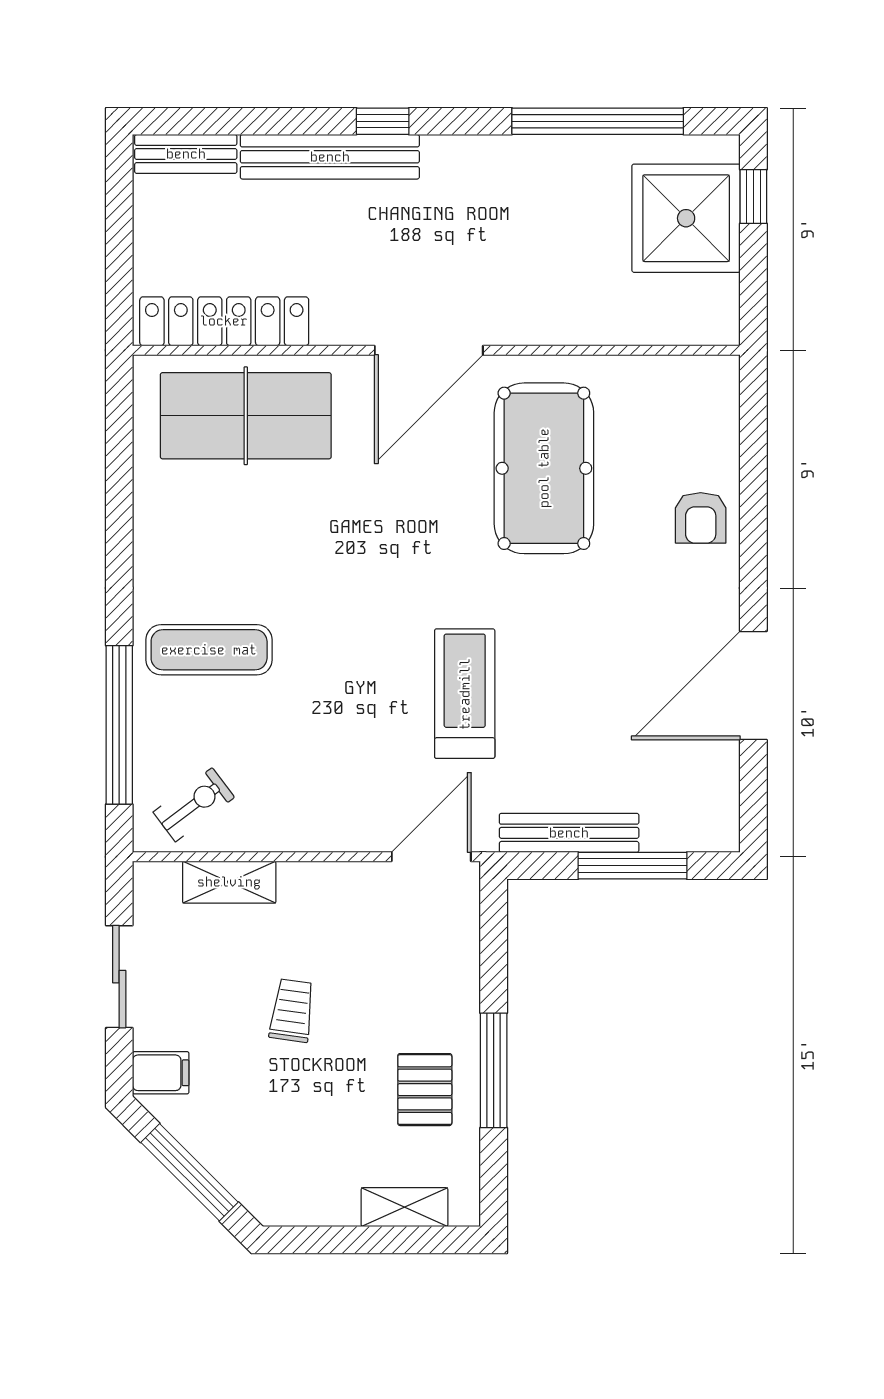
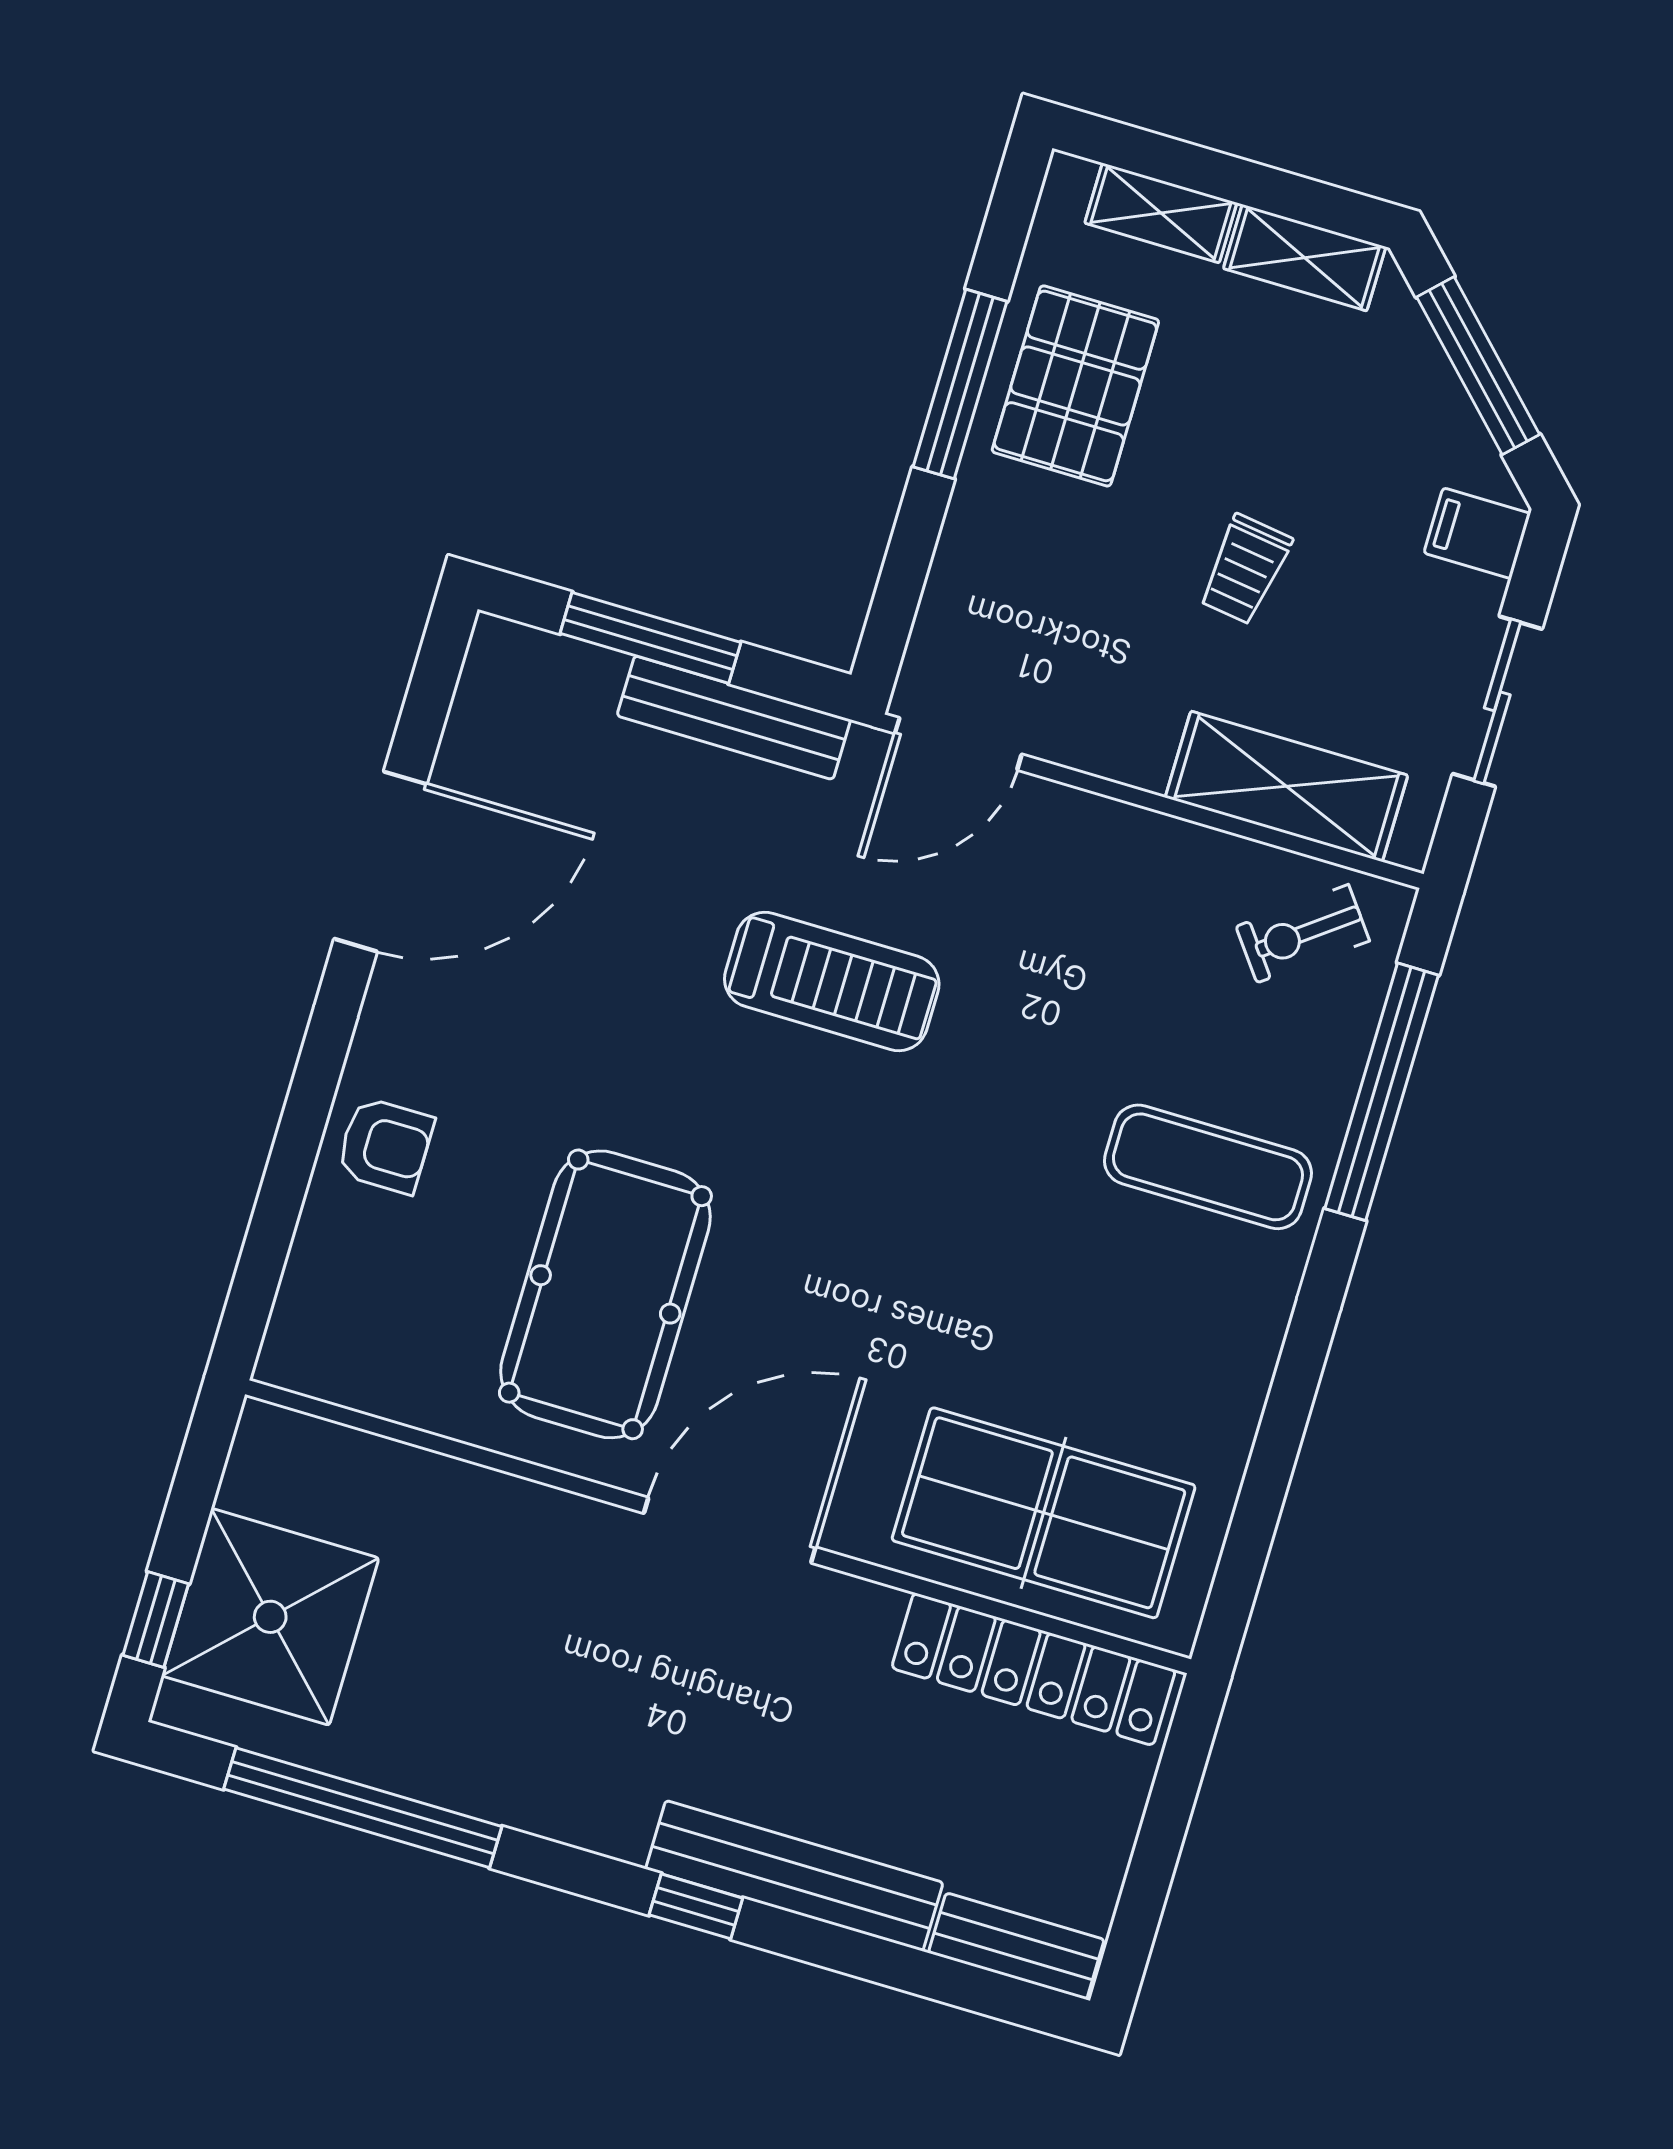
armchair: (701, 518) -> (385, 1145), turned 90
treadmill: (465, 694) -> (832, 981), turned -90
shelving: (229, 882) -> (1287, 786), width x1.50, depth x1.33
pallet: (425, 1090) -> (1075, 386), width x1.50, depth x1.42
shelving: (311, 1206) -> (1305, 258), added

